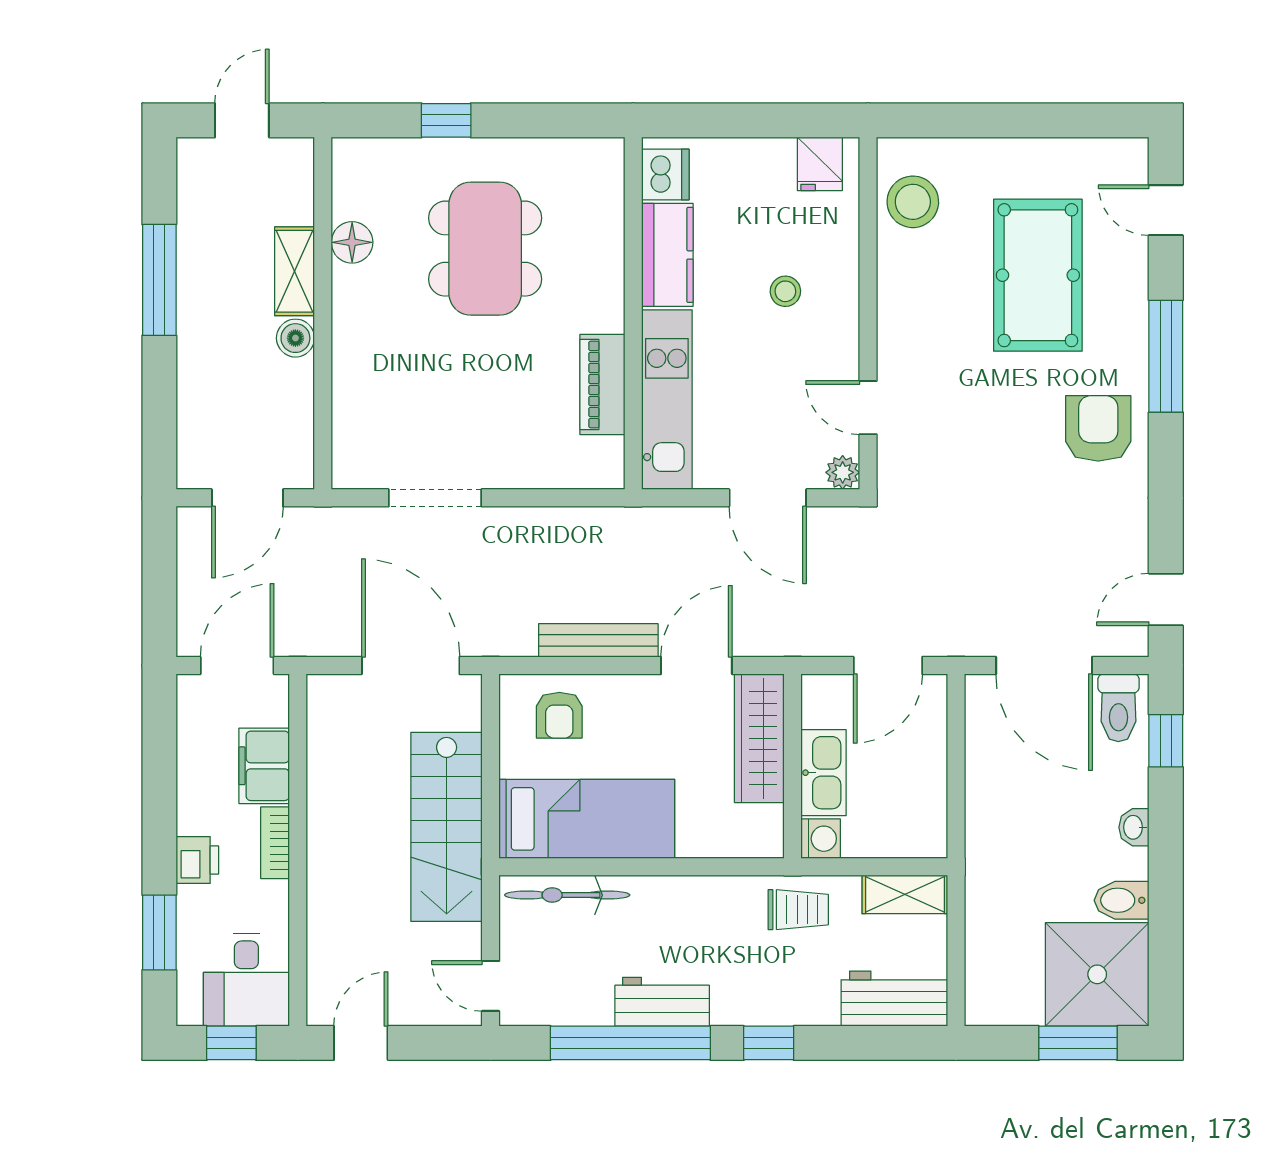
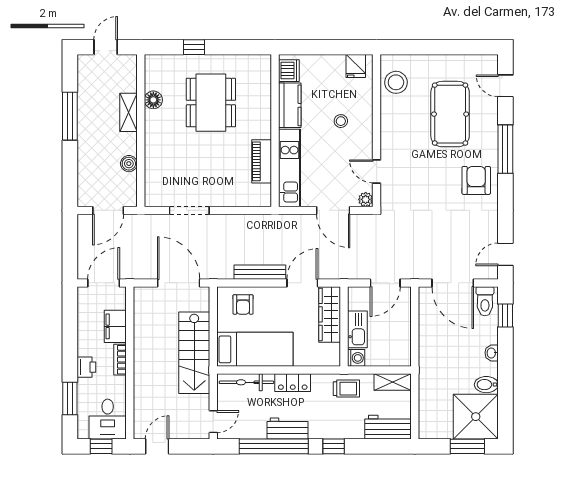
boiler: (295, 338) -> (129, 164), moved
locker: (674, 896) -> (293, 383), added
door: (491, 986) -> (213, 422), swing flipped

